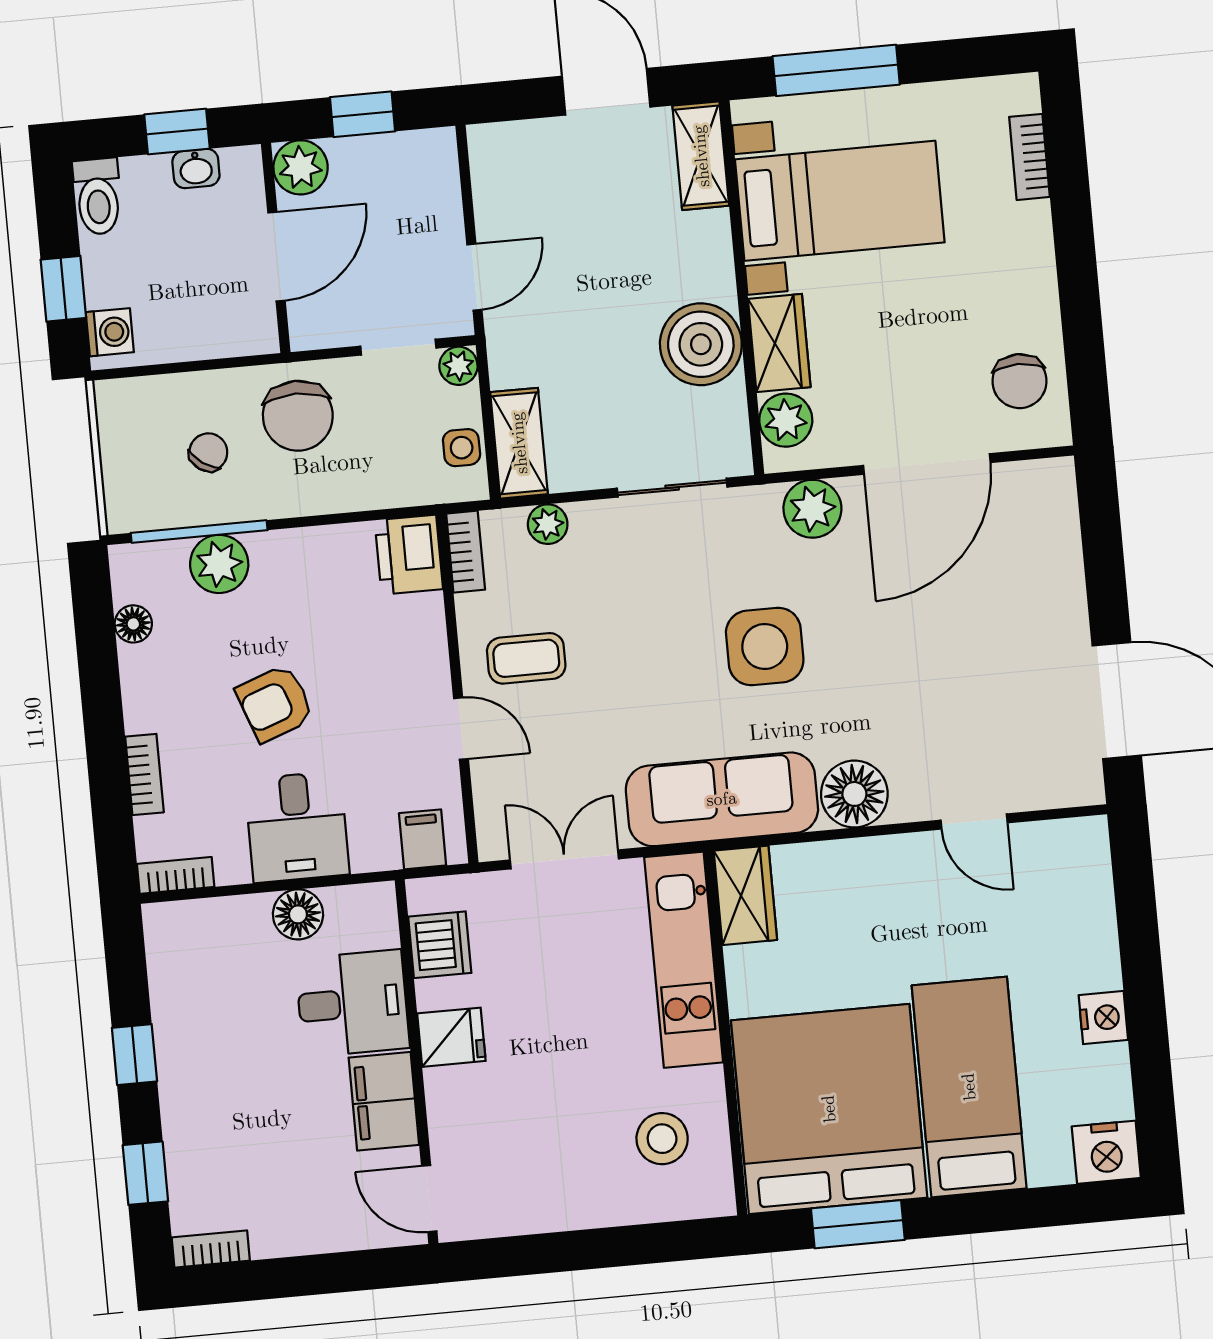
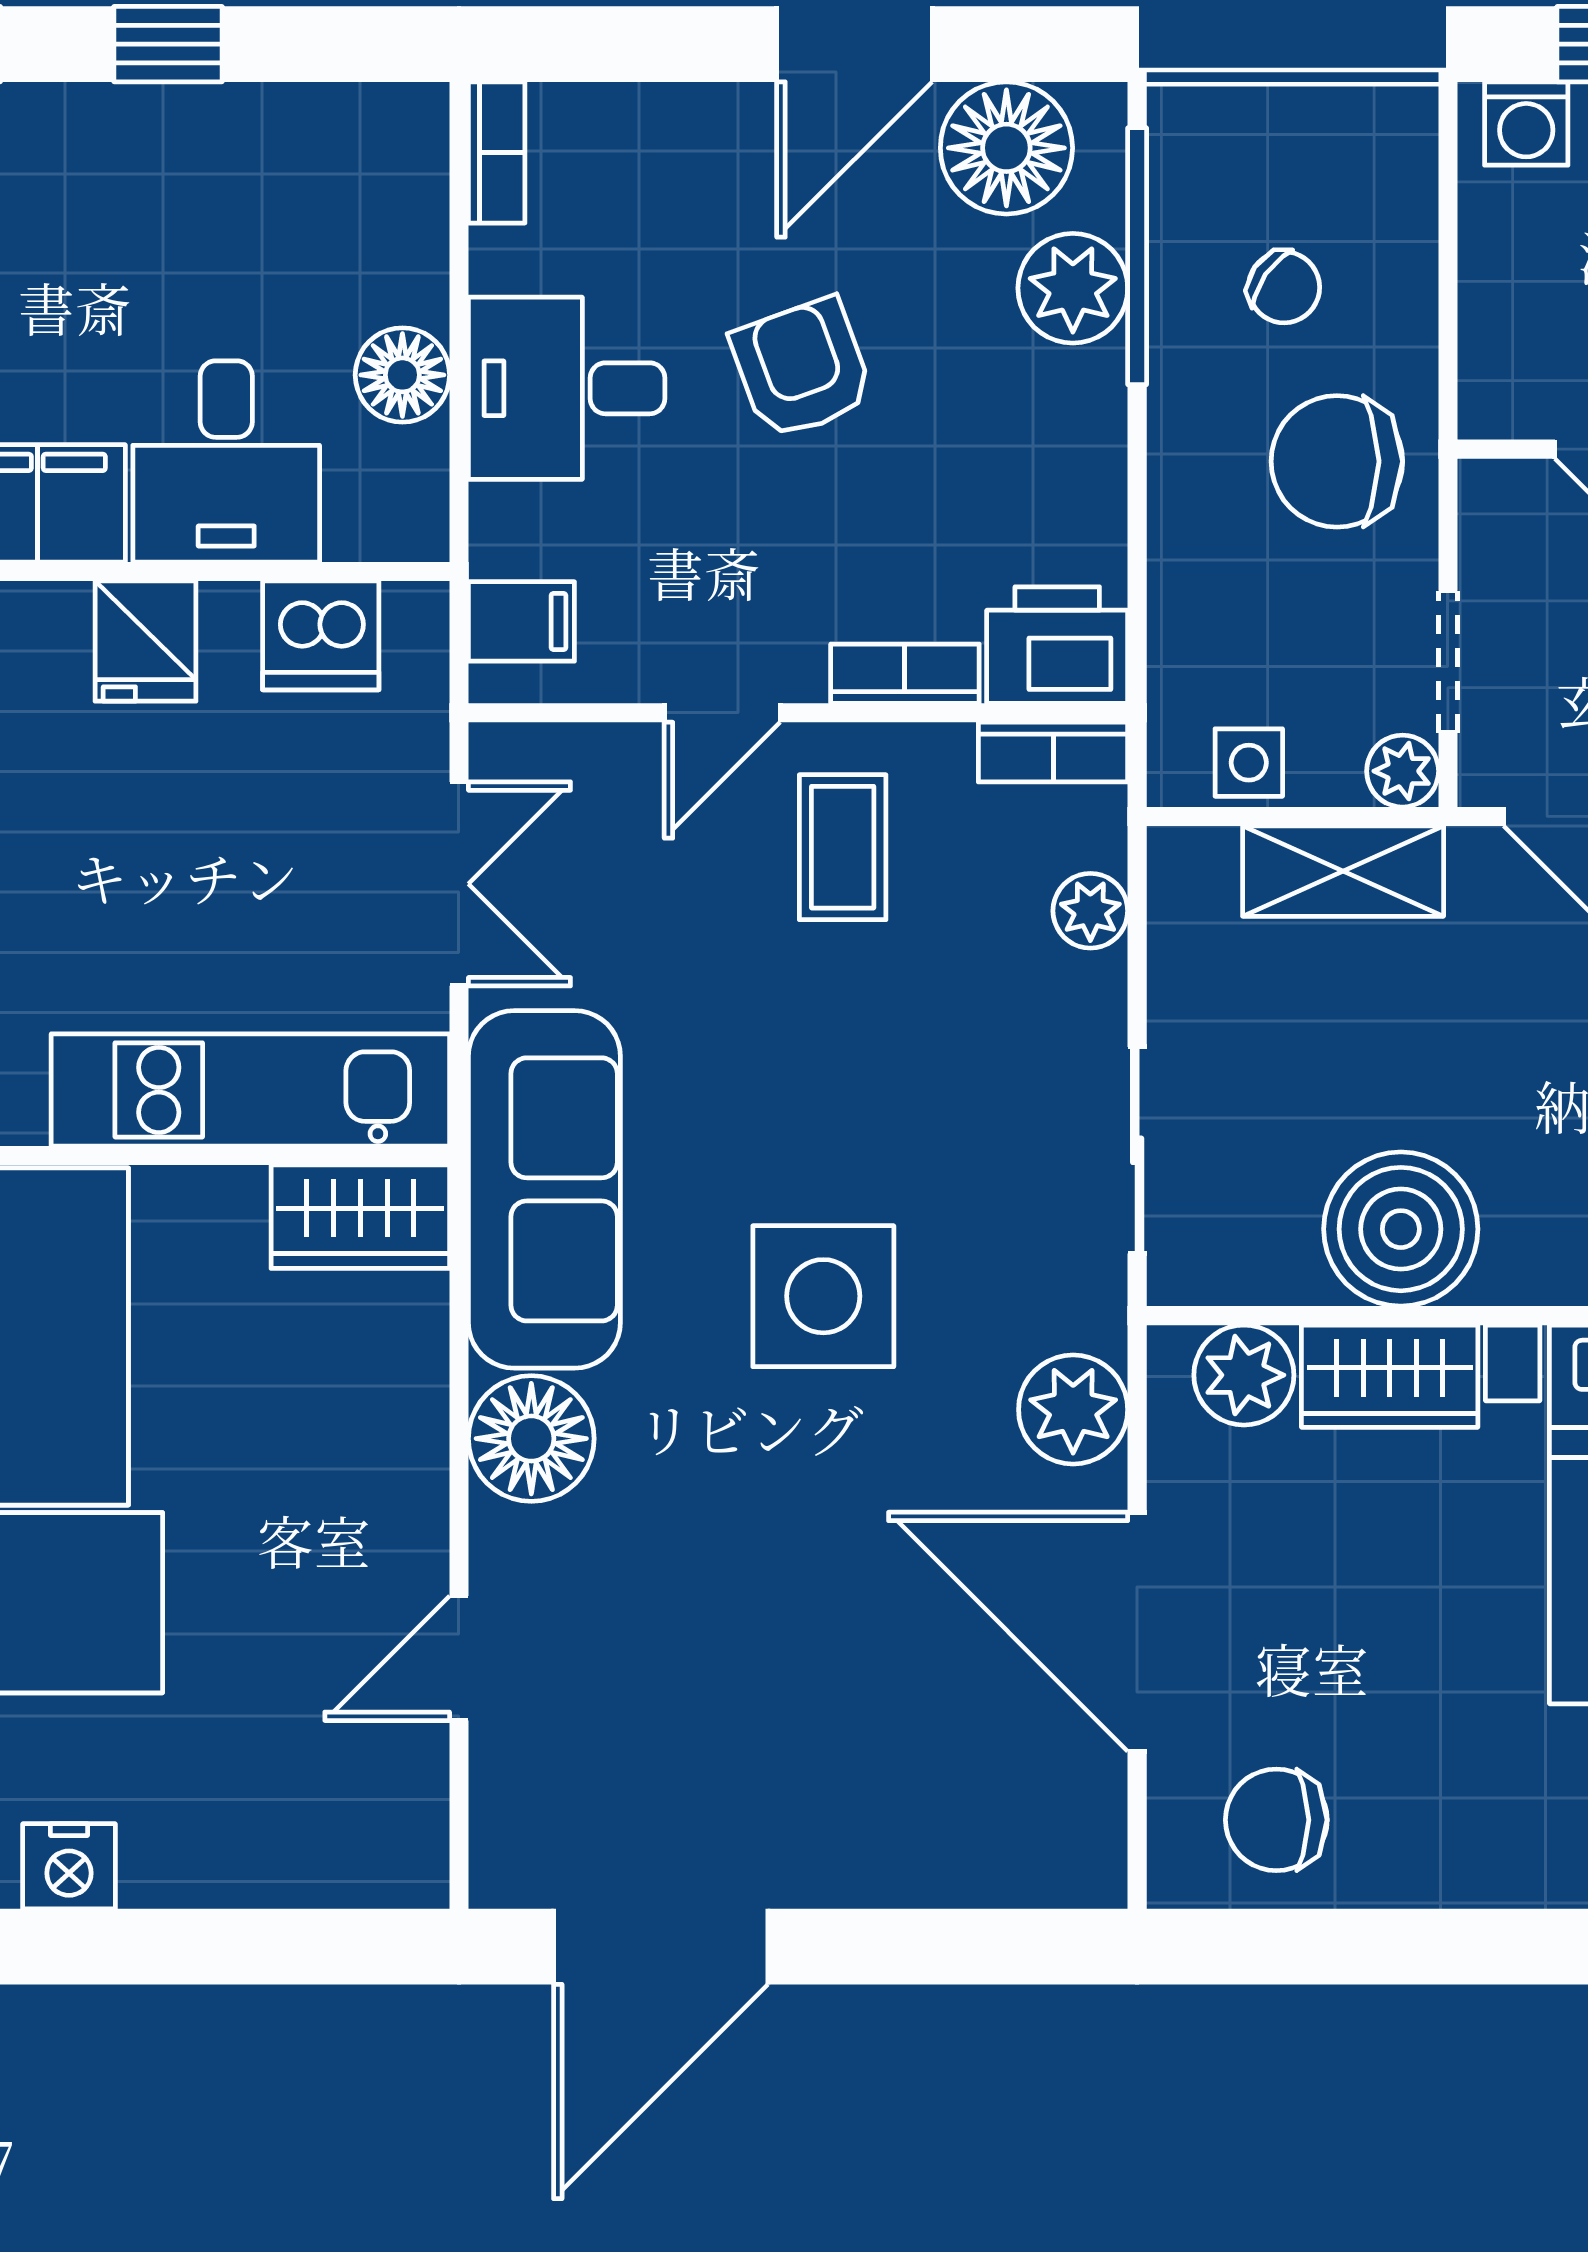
shelving: (519, 443) -> (1343, 871), moved
floor lamp: (133, 624) -> (1006, 148), width x1.89, depth x1.89
door: (101, 691) -> (854, 44), added
bookcase: (144, 775) -> (905, 674), moved, turned 180

